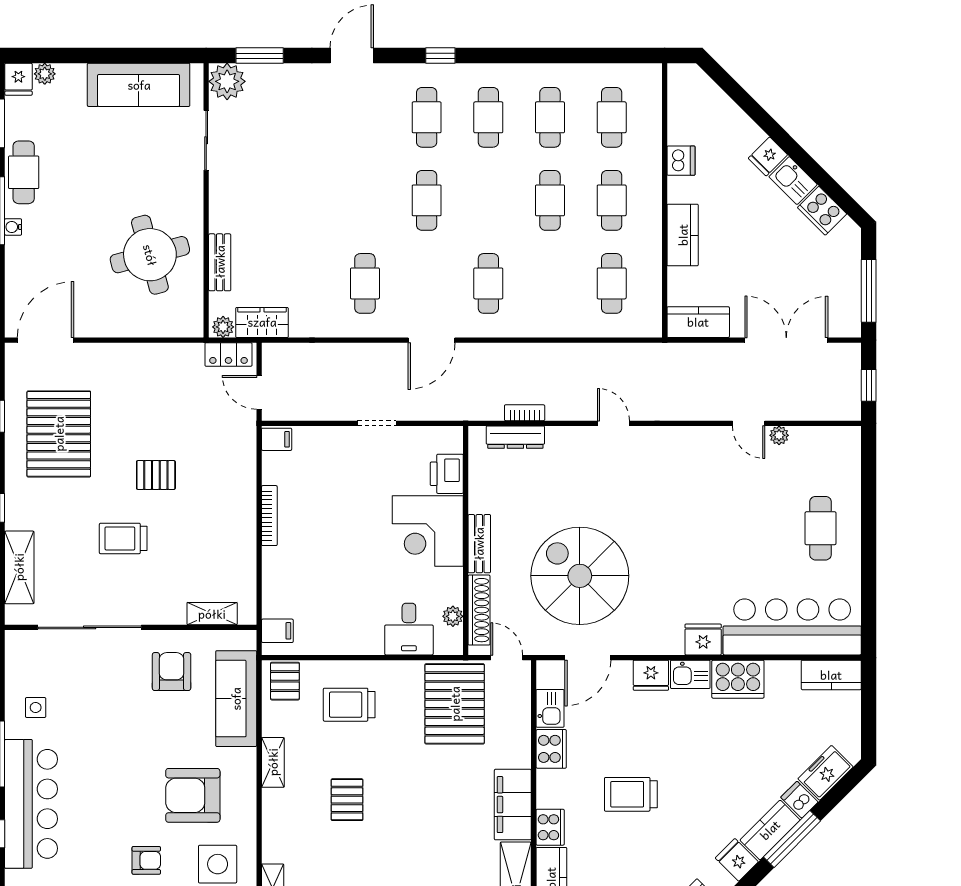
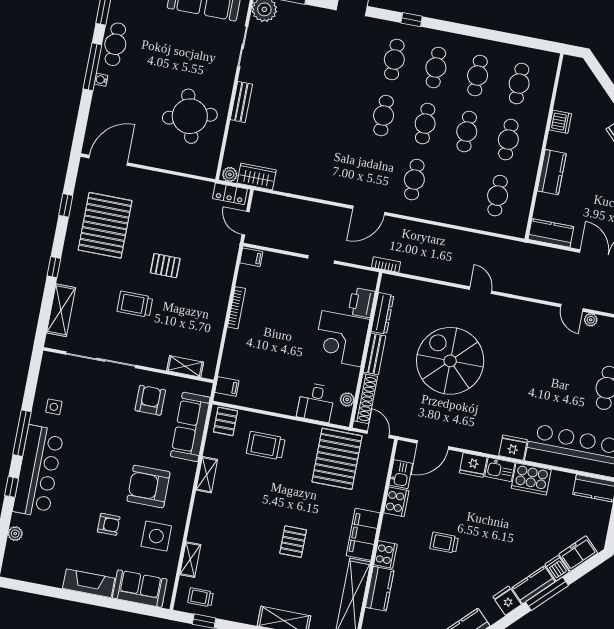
bench: (220, 262) -> (241, 102), moved
cafe table: (365, 283) -> (425, 124), moved
bookcase: (525, 413) -> (386, 265), moved
dresser: (515, 437) -> (382, 313), moved, turned -90
spiral stairs: (580, 576) -> (450, 361), moved
trolley: (631, 794) -> (444, 543), width x0.73, depth x0.72
pallet: (347, 800) -> (293, 542), moved

